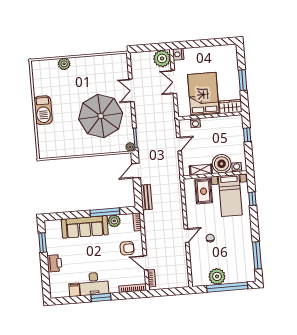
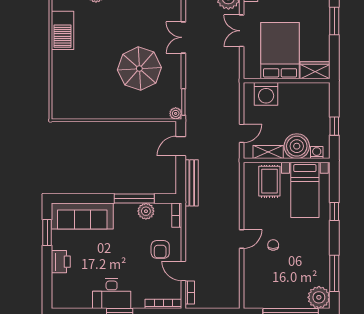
window: (243, 80) -> (334, 21), moved
barbecue: (43, 110) -> (63, 30), moved
parasol: (101, 116) -> (139, 69), width x0.73, depth x0.73
washing machine: (195, 123) -> (266, 94), width x1.89, depth x1.89
window: (247, 135) -> (334, 126), moved
door: (179, 144) -> (242, 133), moved
bench: (146, 197) -> (192, 183), width x1.36
window: (252, 199) -> (334, 211), moved
sofa: (85, 227) -> (82, 216), moved
armchair: (127, 248) -> (160, 249), turned 90
plant: (217, 276) -> (319, 297), moved
filing cabinet: (74, 290) -> (85, 299), removed

